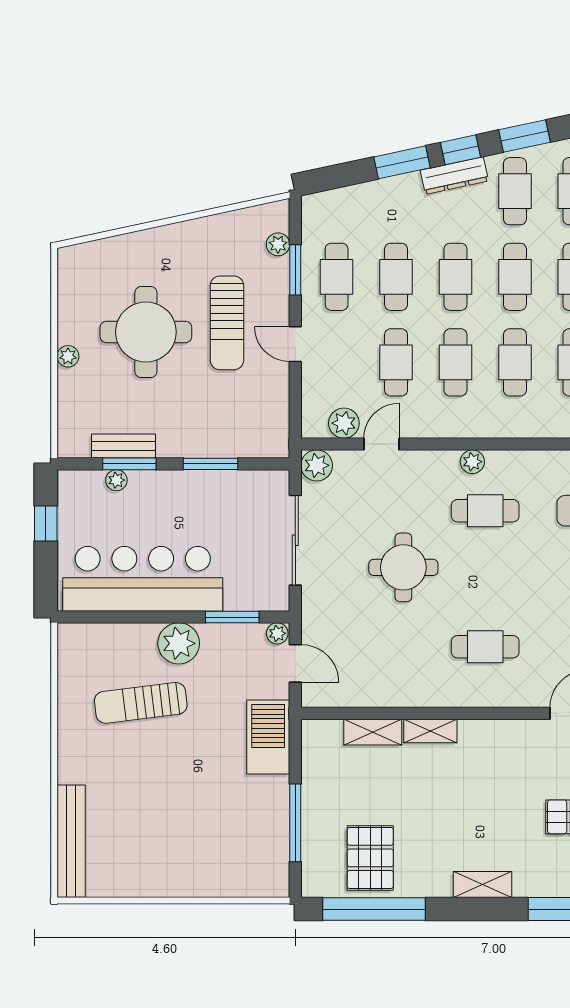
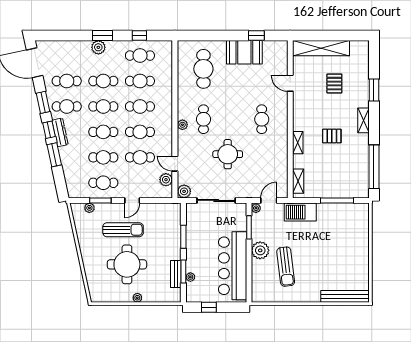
shelving: (373, 732) -> (298, 181), moved
pallet: (370, 858) -> (332, 136), moved, width x0.67, depth x0.71

